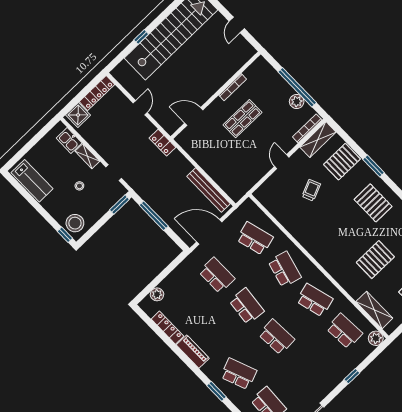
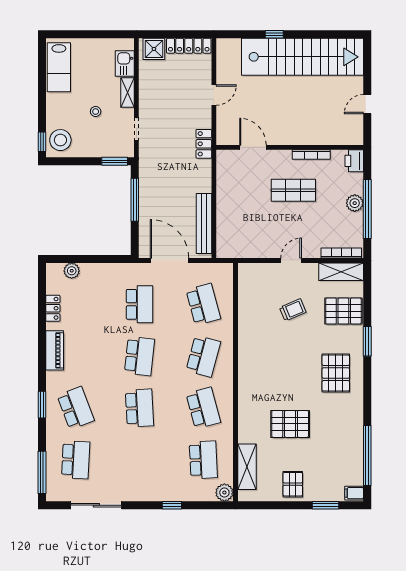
printer: (262, 66) -> (354, 161), added
plant: (297, 102) -> (355, 203), moved
locker: (167, 328) -> (53, 308), width x0.66

